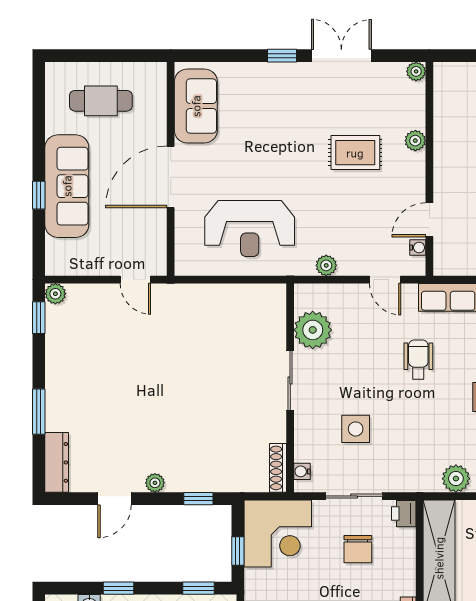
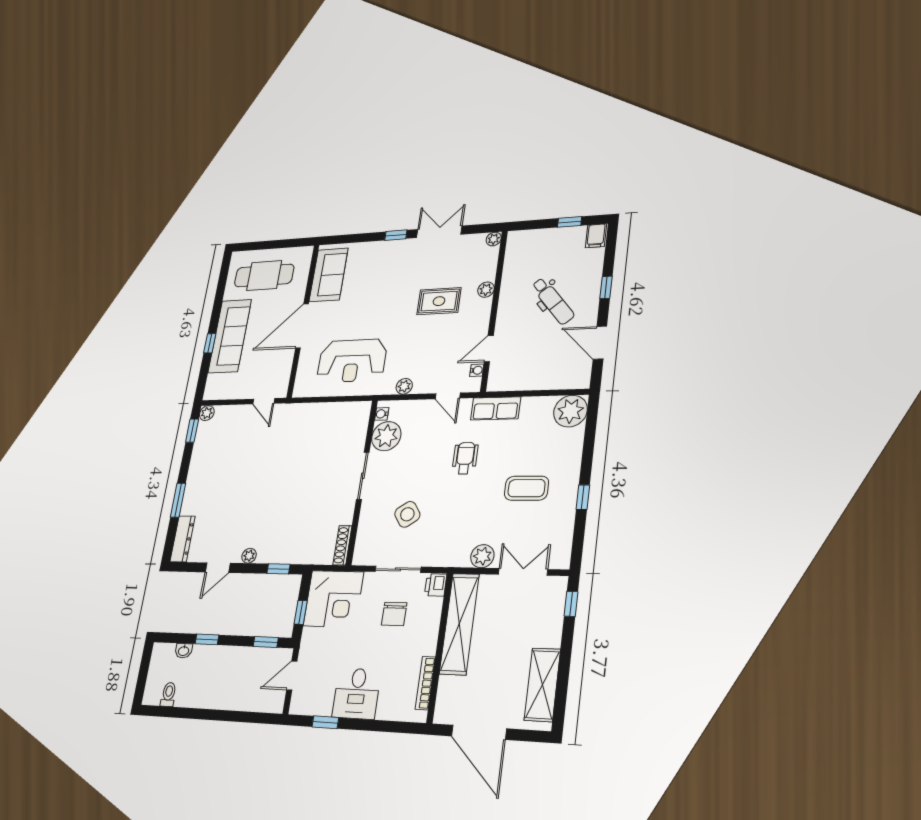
cafe table: (101, 101) -> (264, 276), width x1.37, depth x1.35
side table: (356, 429) -> (407, 514), turned -34
water cooler: (302, 471) -> (382, 414), moved

